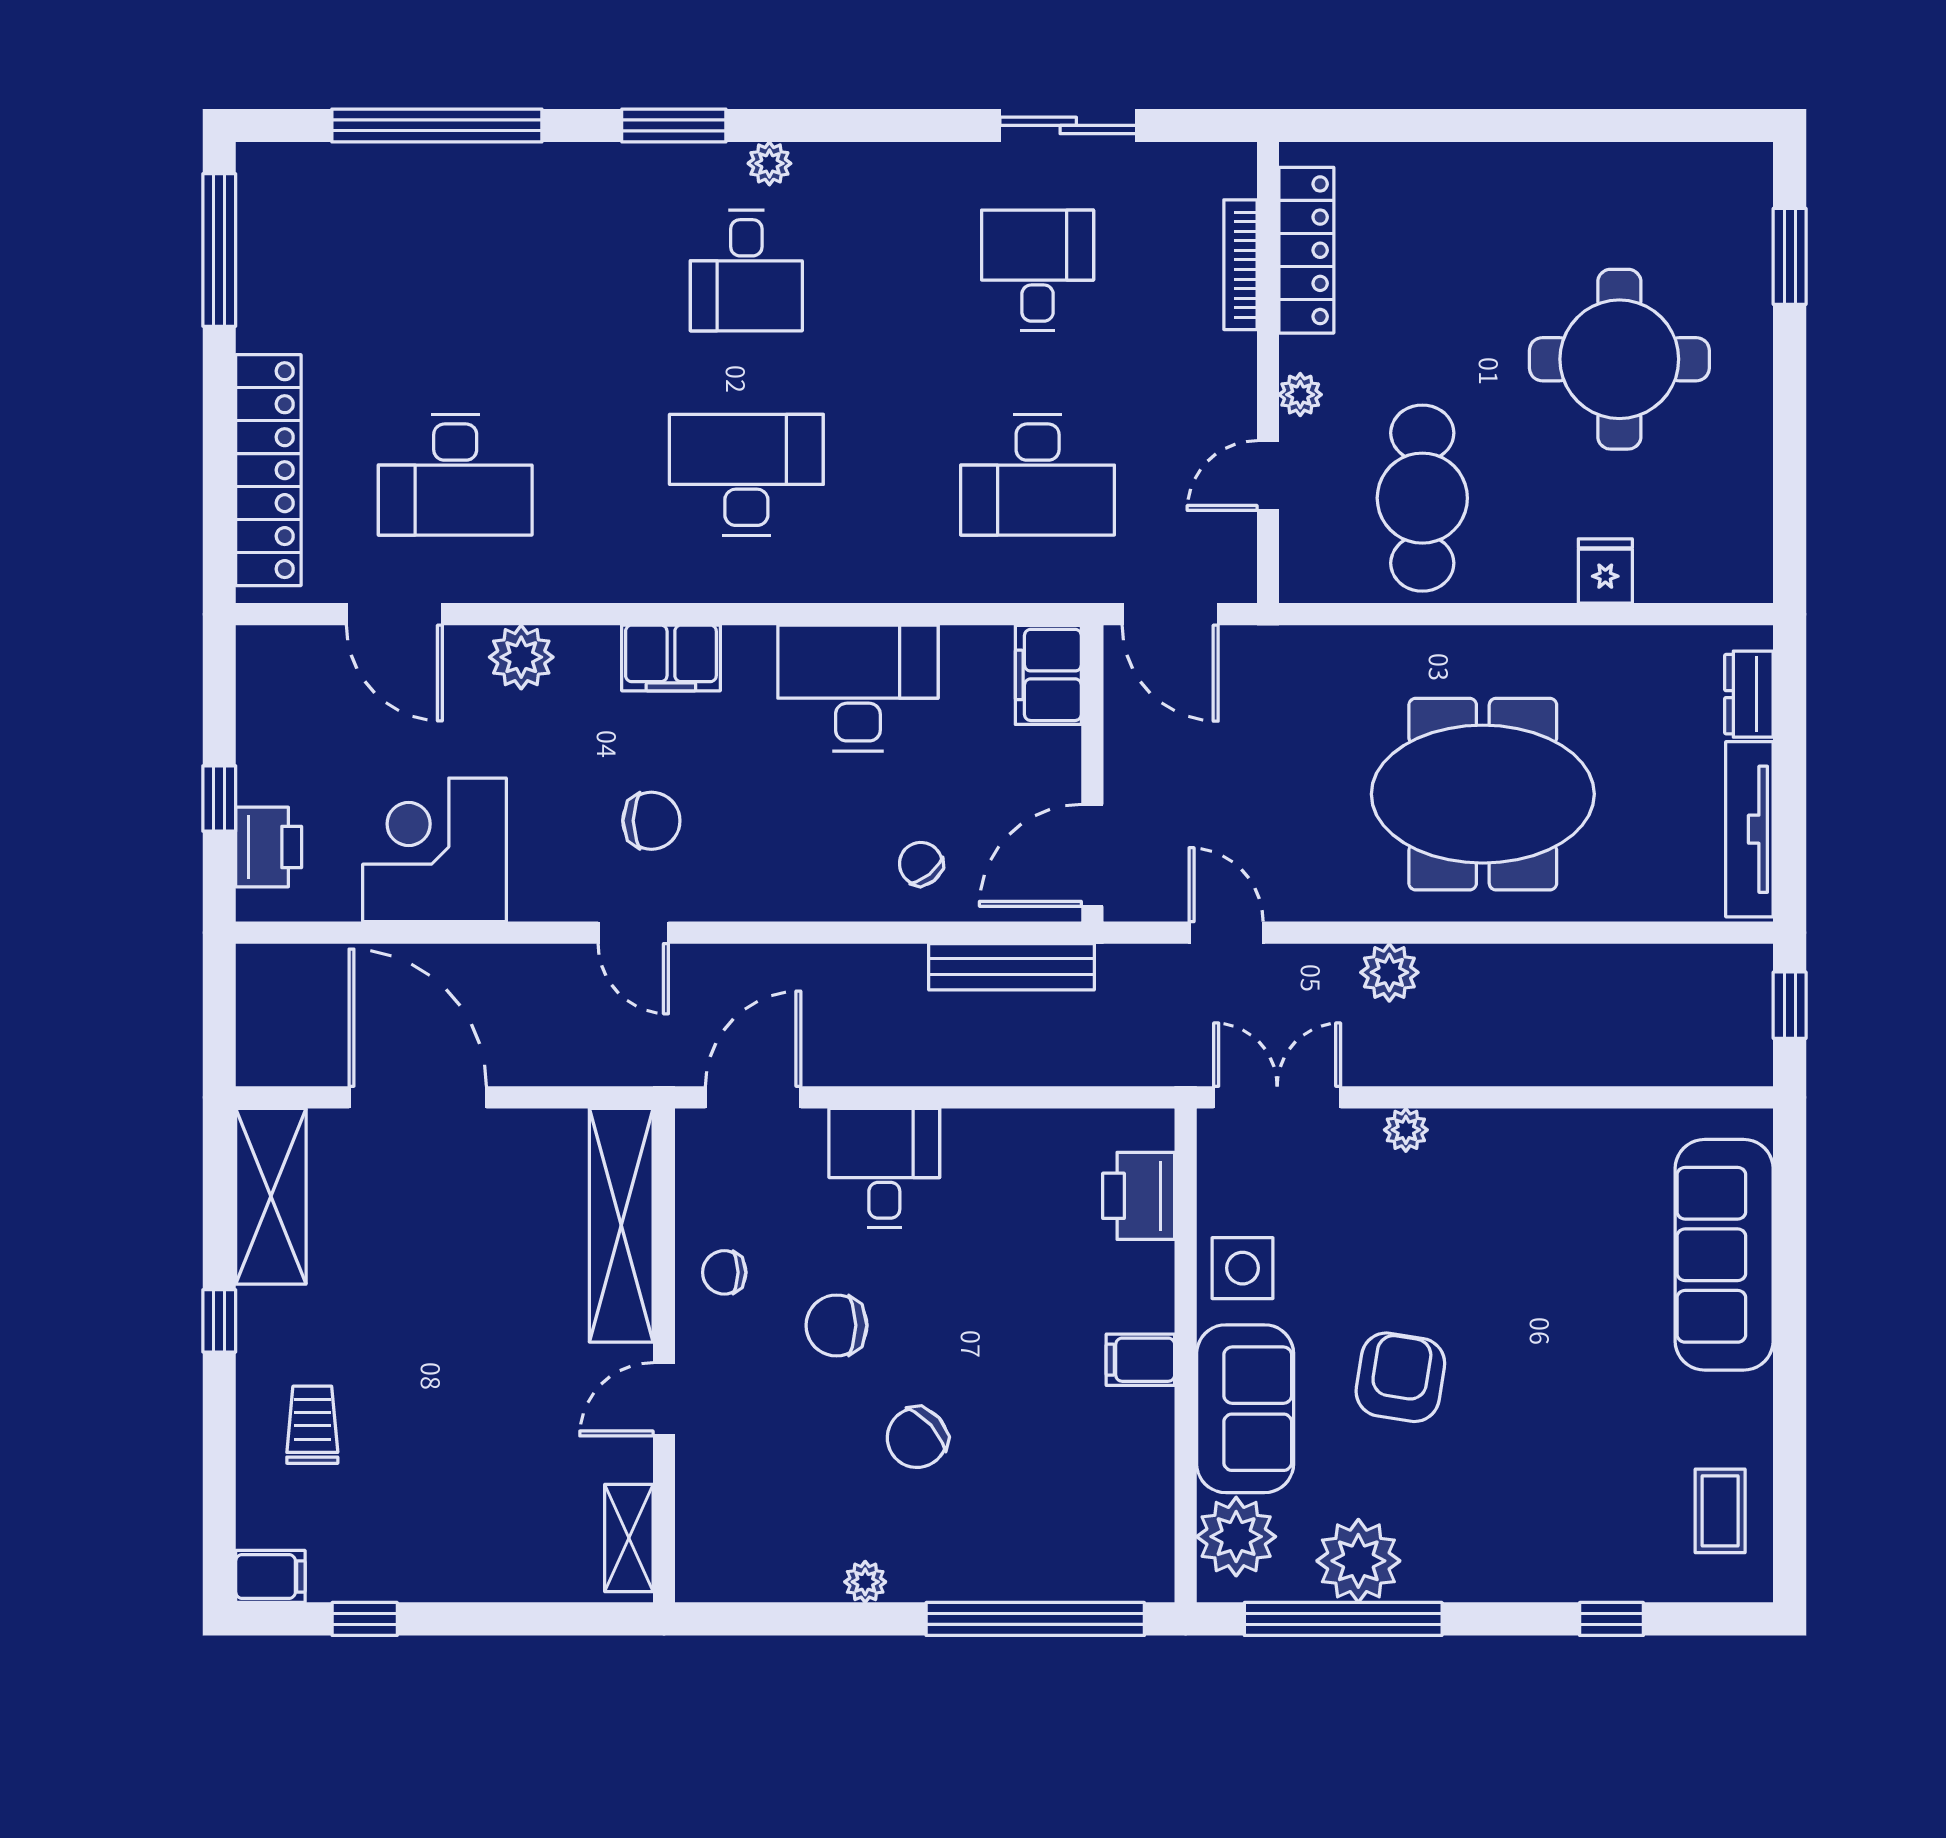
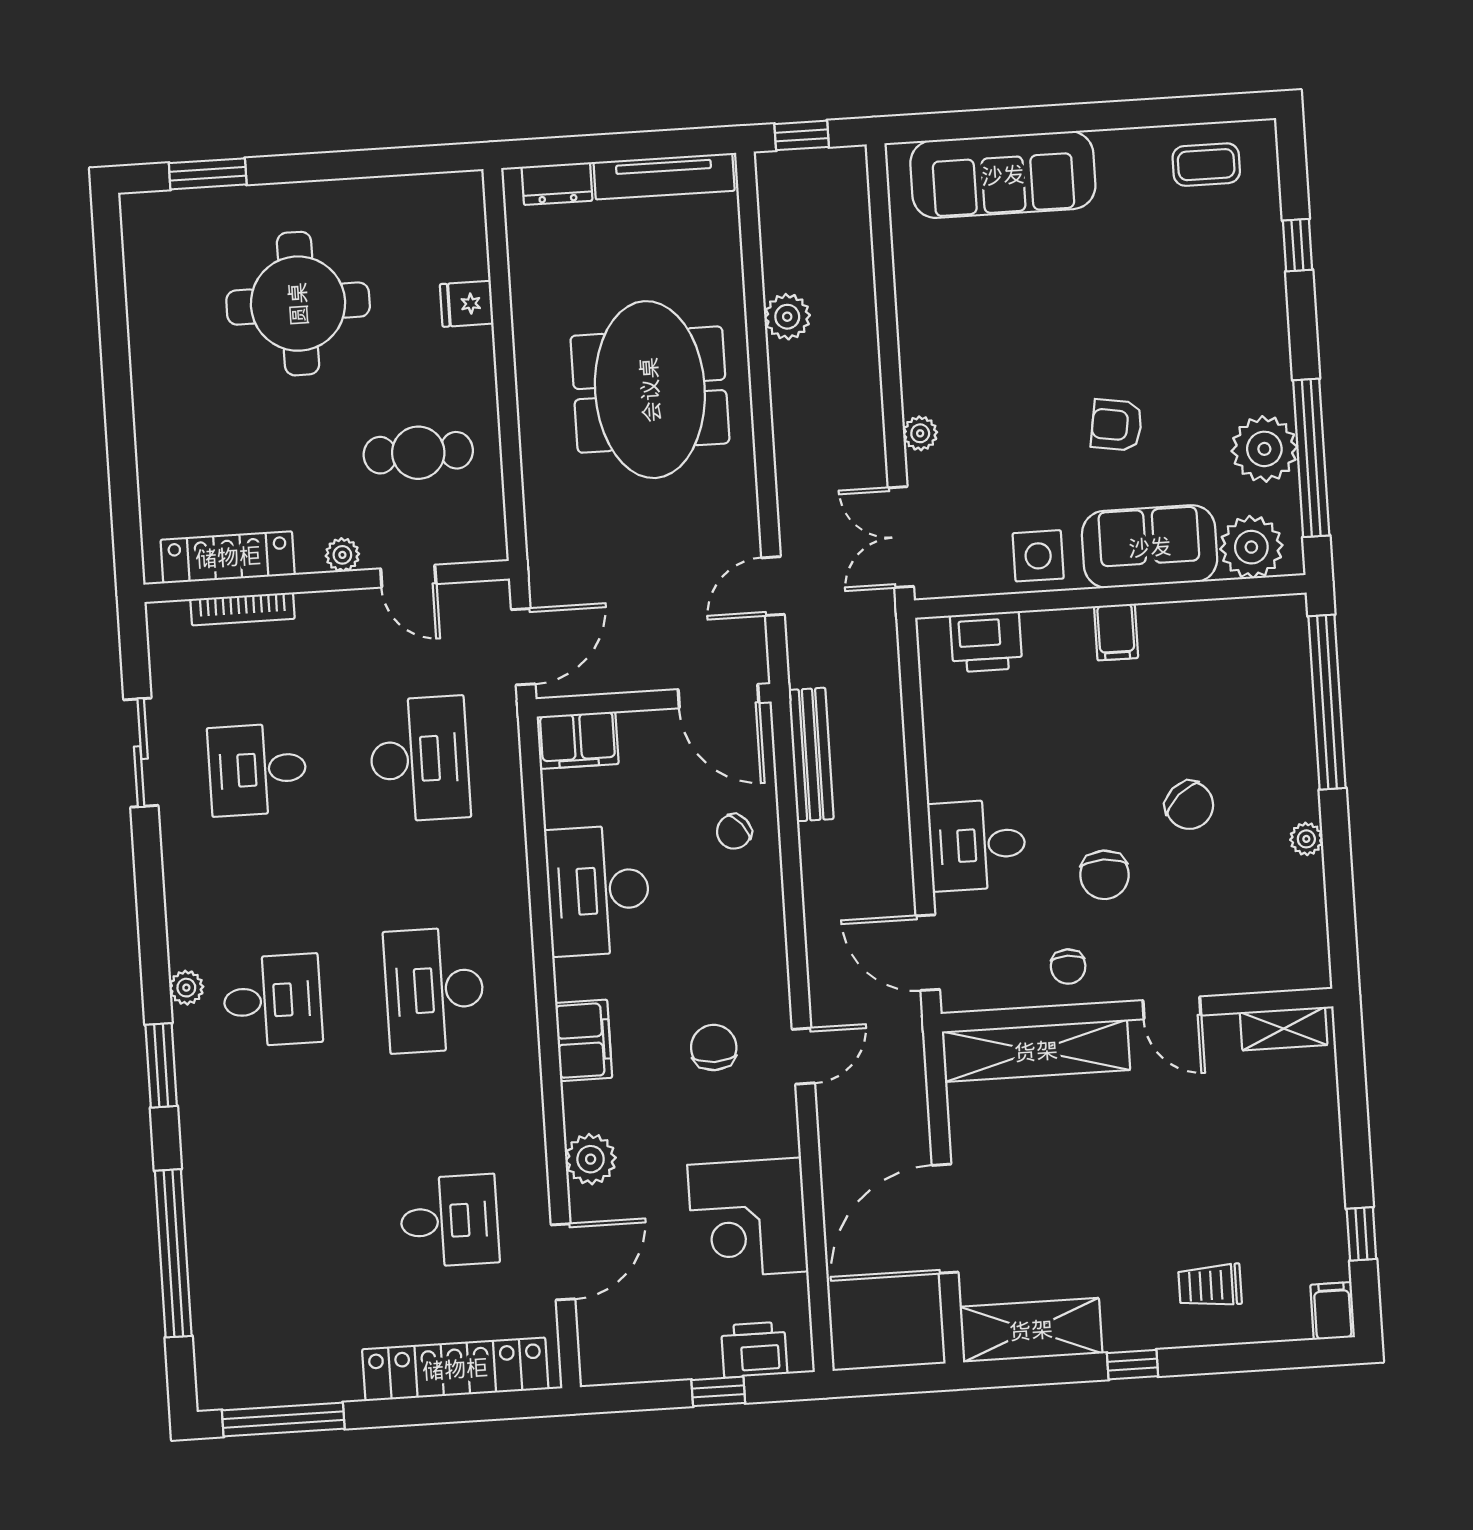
desk: (455, 475) -> (449, 1221), width x0.73
cafe table: (1422, 498) -> (418, 453), width x0.73, depth x0.74
plant: (1389, 972) -> (787, 317), moved
armchair: (1400, 1377) -> (1117, 425), width x0.72, depth x0.72

